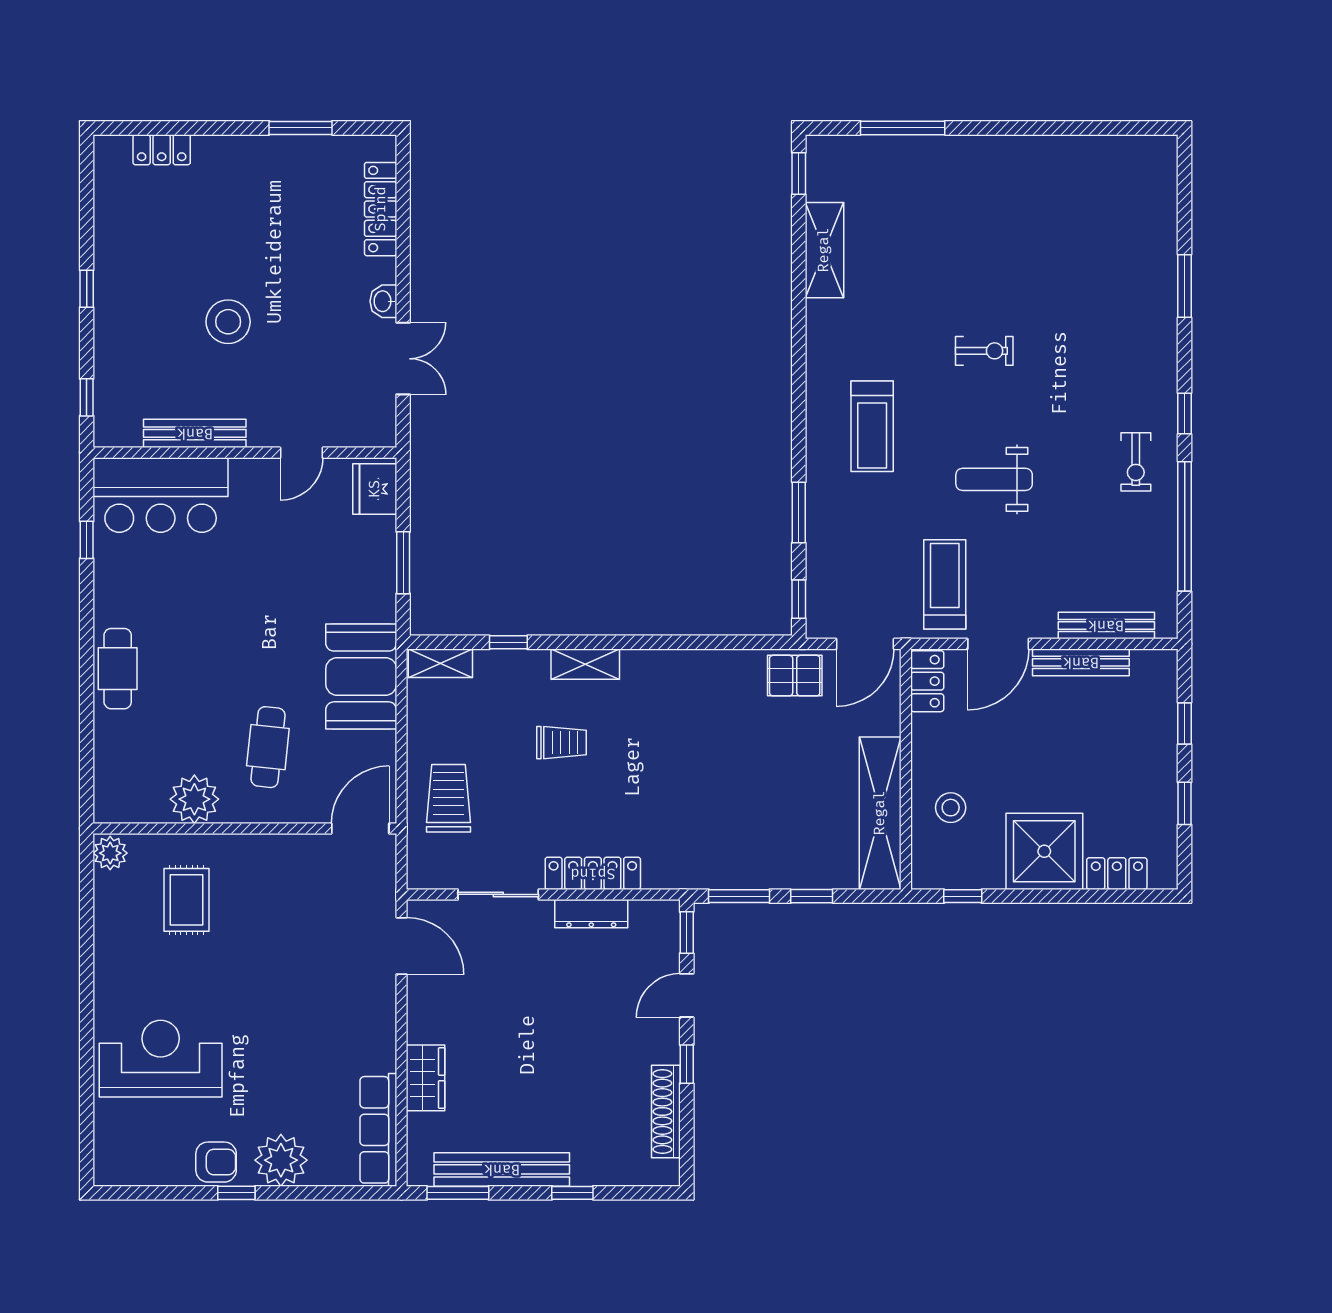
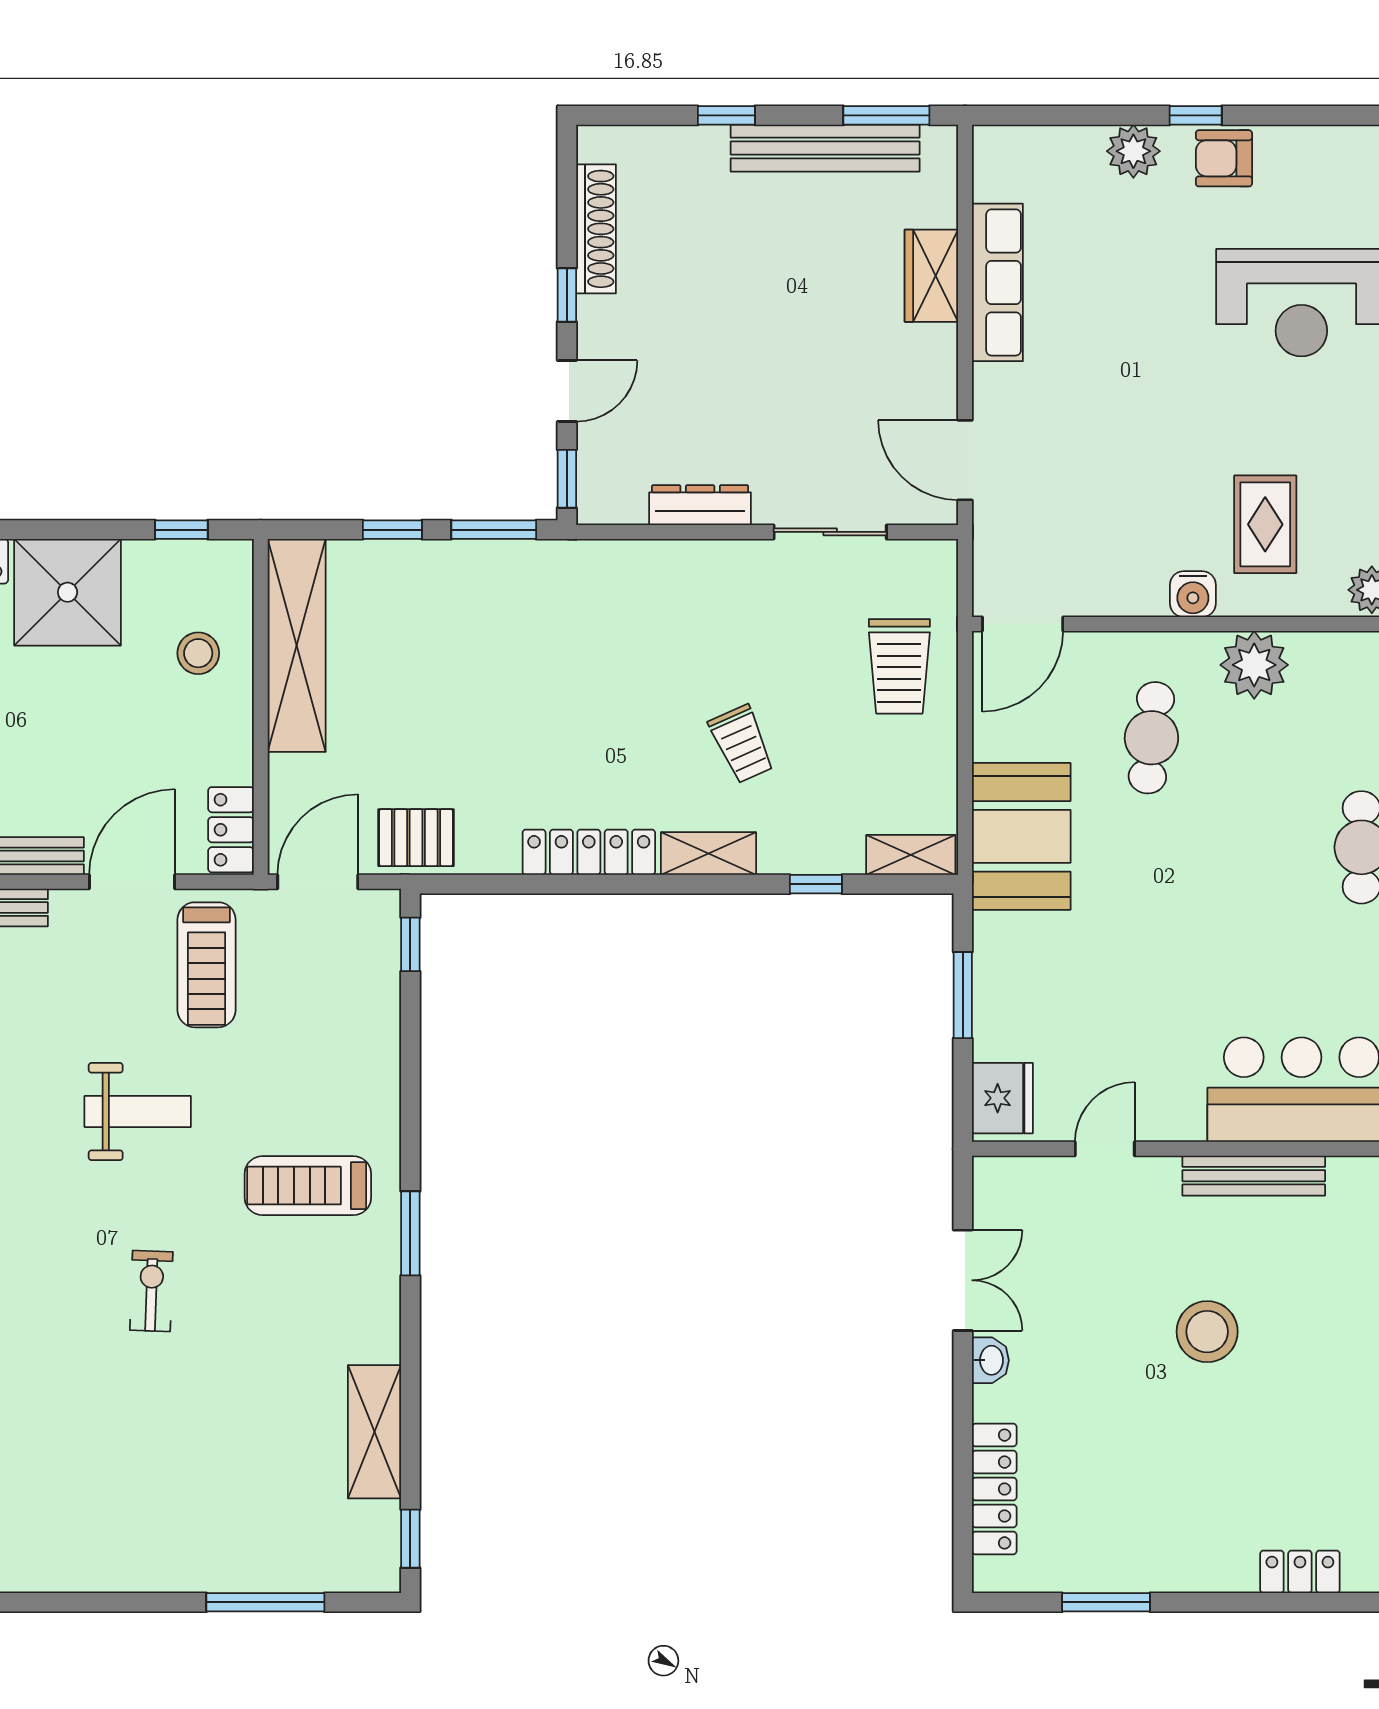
exercise bike: (984, 351) -> (151, 1291), turned 92
double door: (403, 359) -> (963, 1280), swing flipped
treadmill: (872, 426) -> (308, 1186), turned -90
window: (799, 512) -> (410, 1233), moved
trolley: (562, 743) -> (742, 744), turned -114
water cooler: (238, 850) -> (1193, 594), added
locker: (593, 873) -> (589, 852), moved, turned 180
row of seats: (378, 1130) -> (997, 282), moved
plant: (281, 1160) -> (1133, 151), width x0.73, depth x0.73

